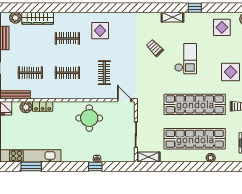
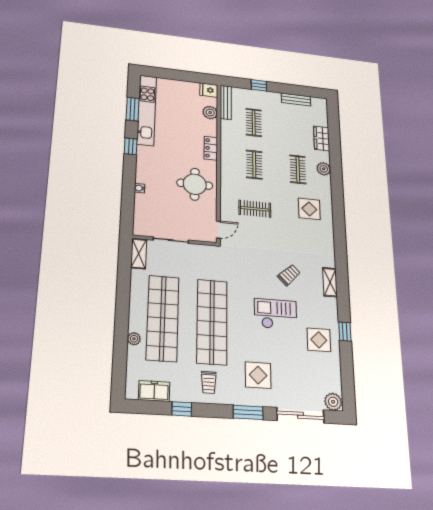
shelving: (172, 17) -> (330, 282), moved
plant: (15, 18) -> (324, 169), moved
wardrobe: (38, 18) -> (322, 138), width x0.67
display table: (222, 27) -> (319, 340), moved
checkout: (186, 59) -> (276, 314), turned 180
locker: (43, 106) -> (211, 148), moved
window: (95, 167) -> (131, 146), moved

